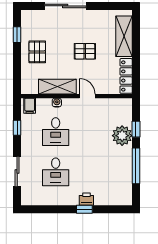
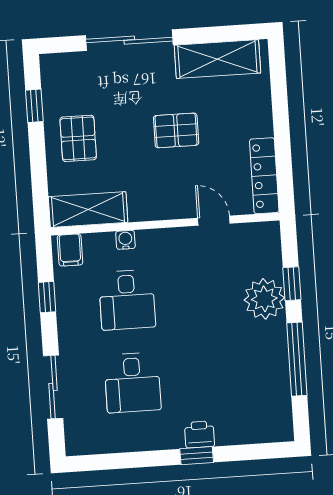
shelving: (124, 36) -> (217, 59), moved, turned 90
shelving: (57, 87) -> (88, 210), moved
door: (87, 96) -> (214, 221), moved

